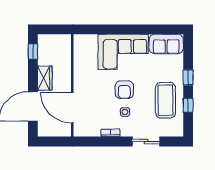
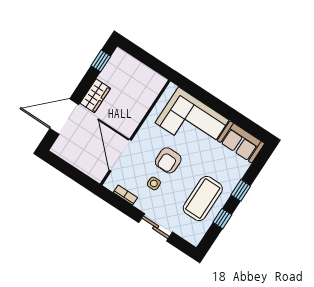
wall: (72, 85) -> (135, 133), moved
door: (72, 108) -> (120, 155), moved

